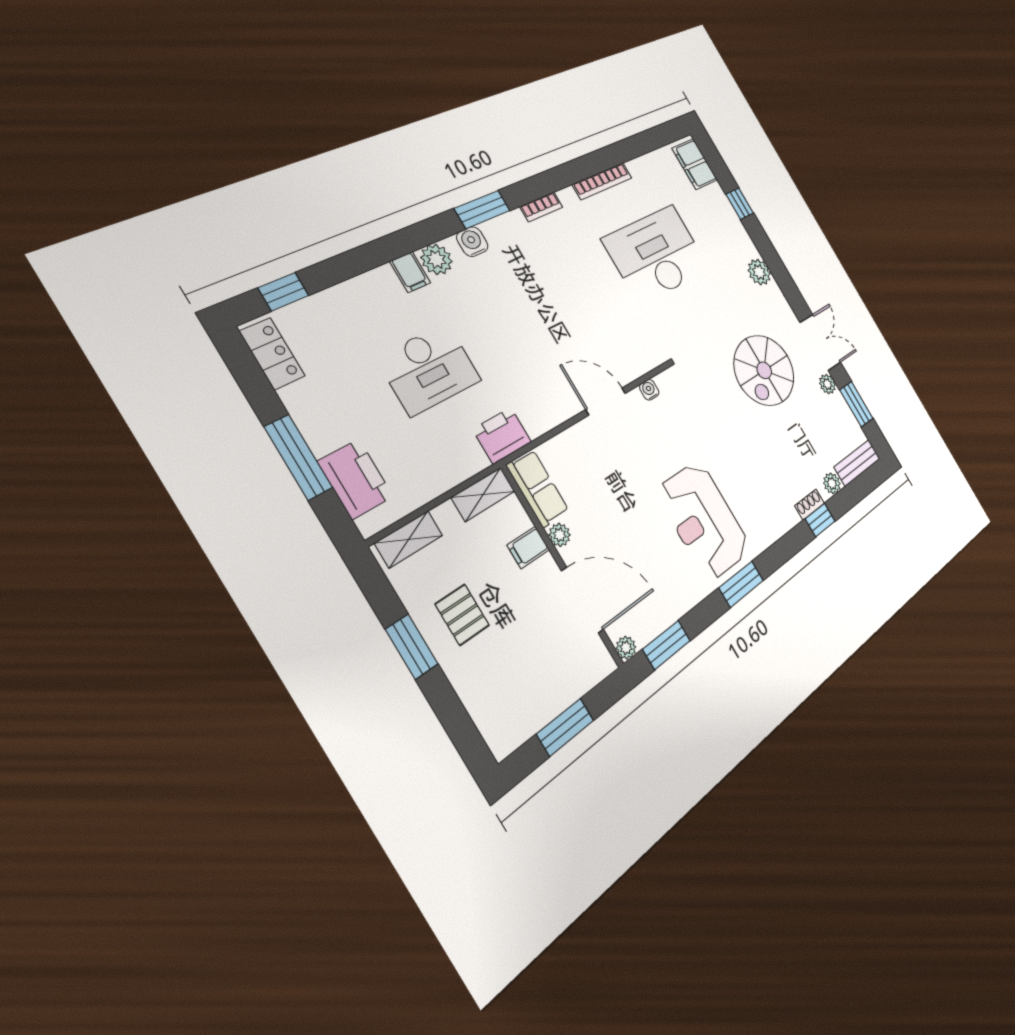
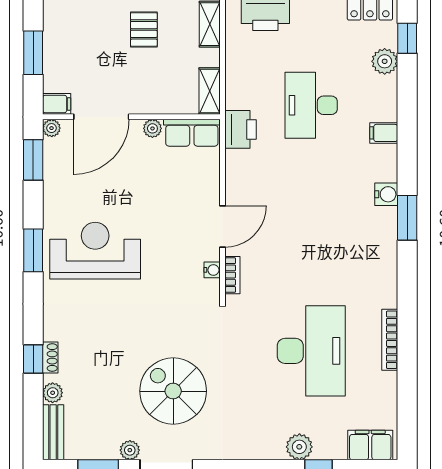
bookcase: (541, 207) -> (232, 275), moved, turned 180
plant: (436, 259) -> (385, 61), moved
plant: (759, 272) -> (299, 447), moved
filing cabinet: (528, 547) -> (57, 104), moved, turned 90
pallet: (462, 615) -> (144, 29), turned 90

